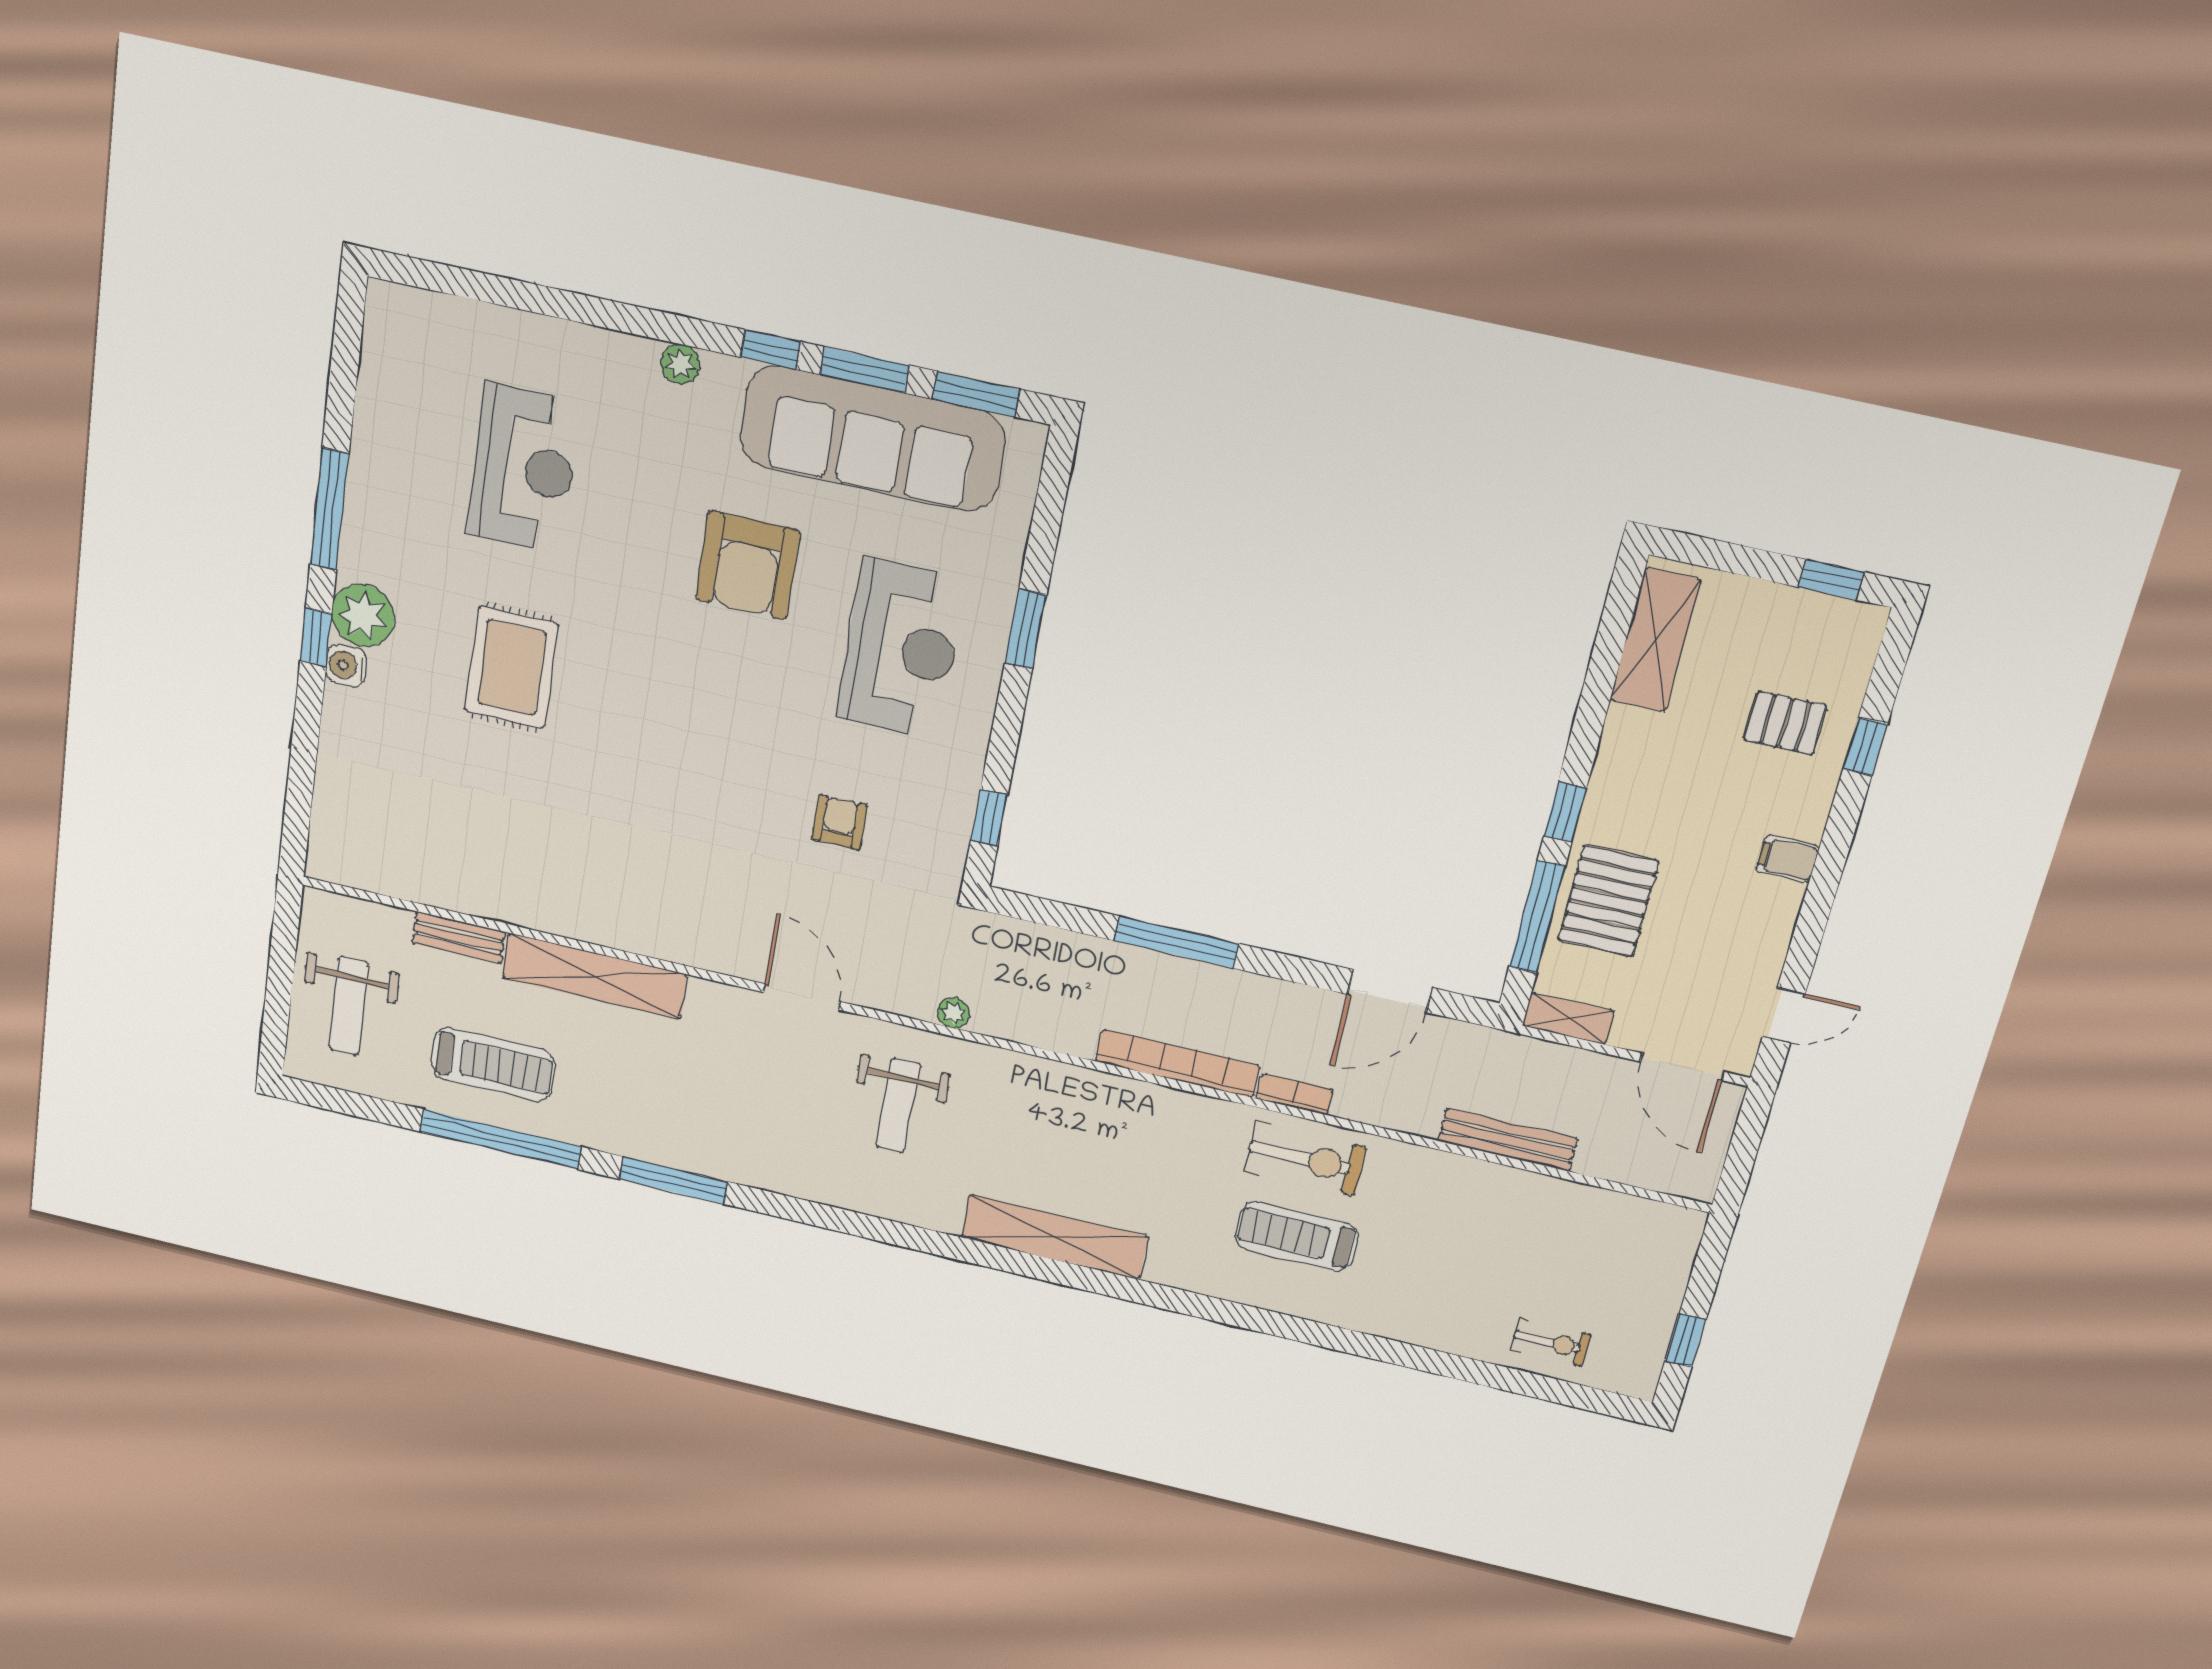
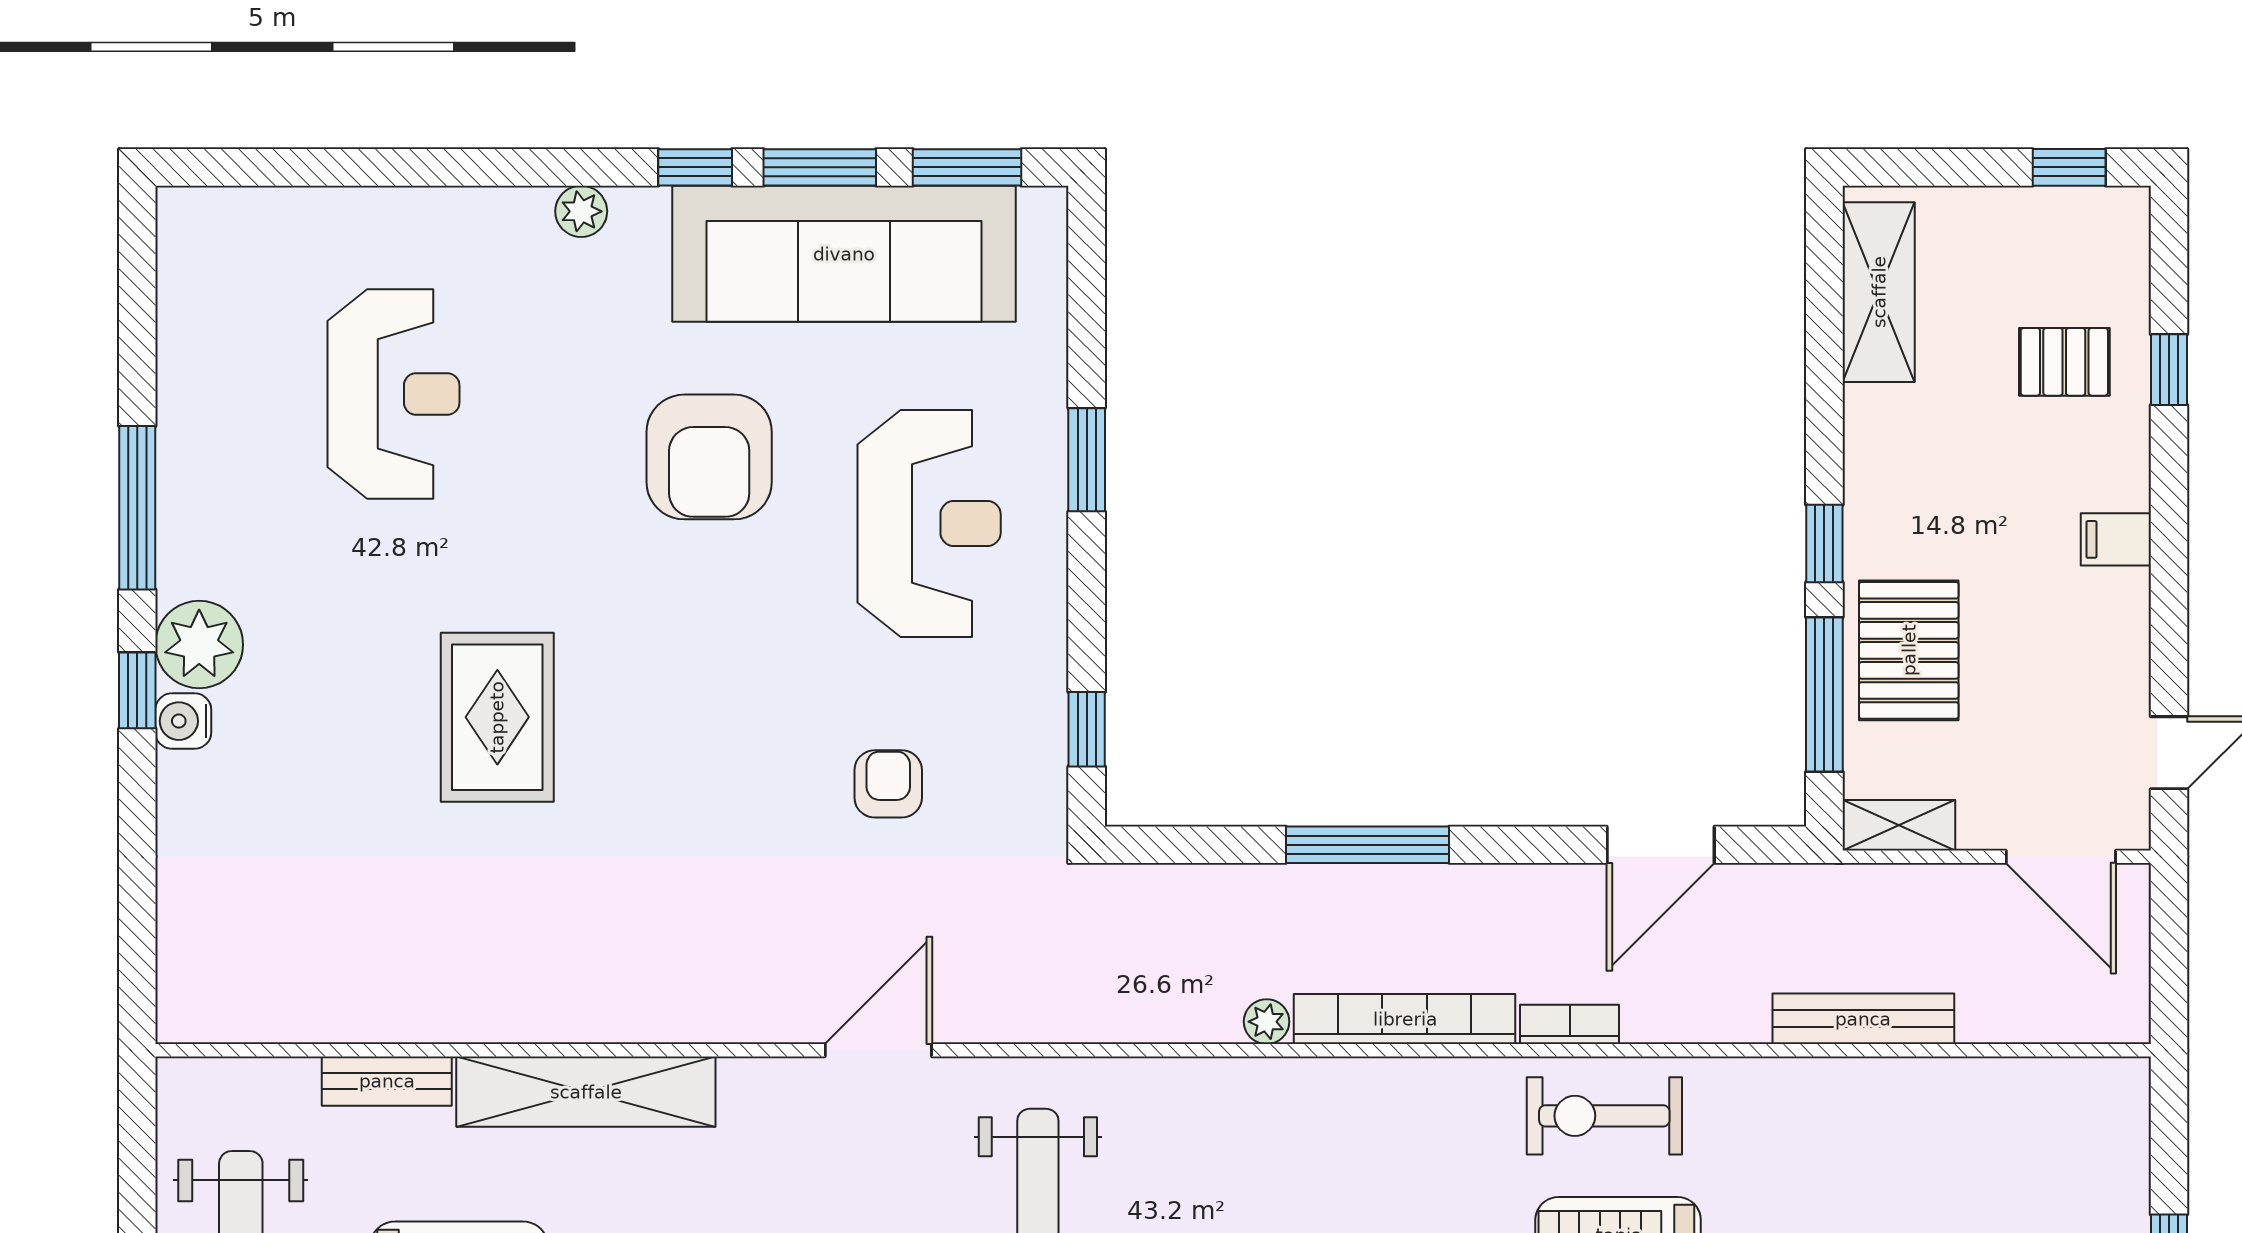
rug: (512, 668) -> (497, 717), moved
door: (802, 997) -> (878, 1050), hinge flipped
plant: (953, 1013) -> (1267, 1022), moved
exercise bike: (1305, 1159) -> (1604, 1116), turned 180

